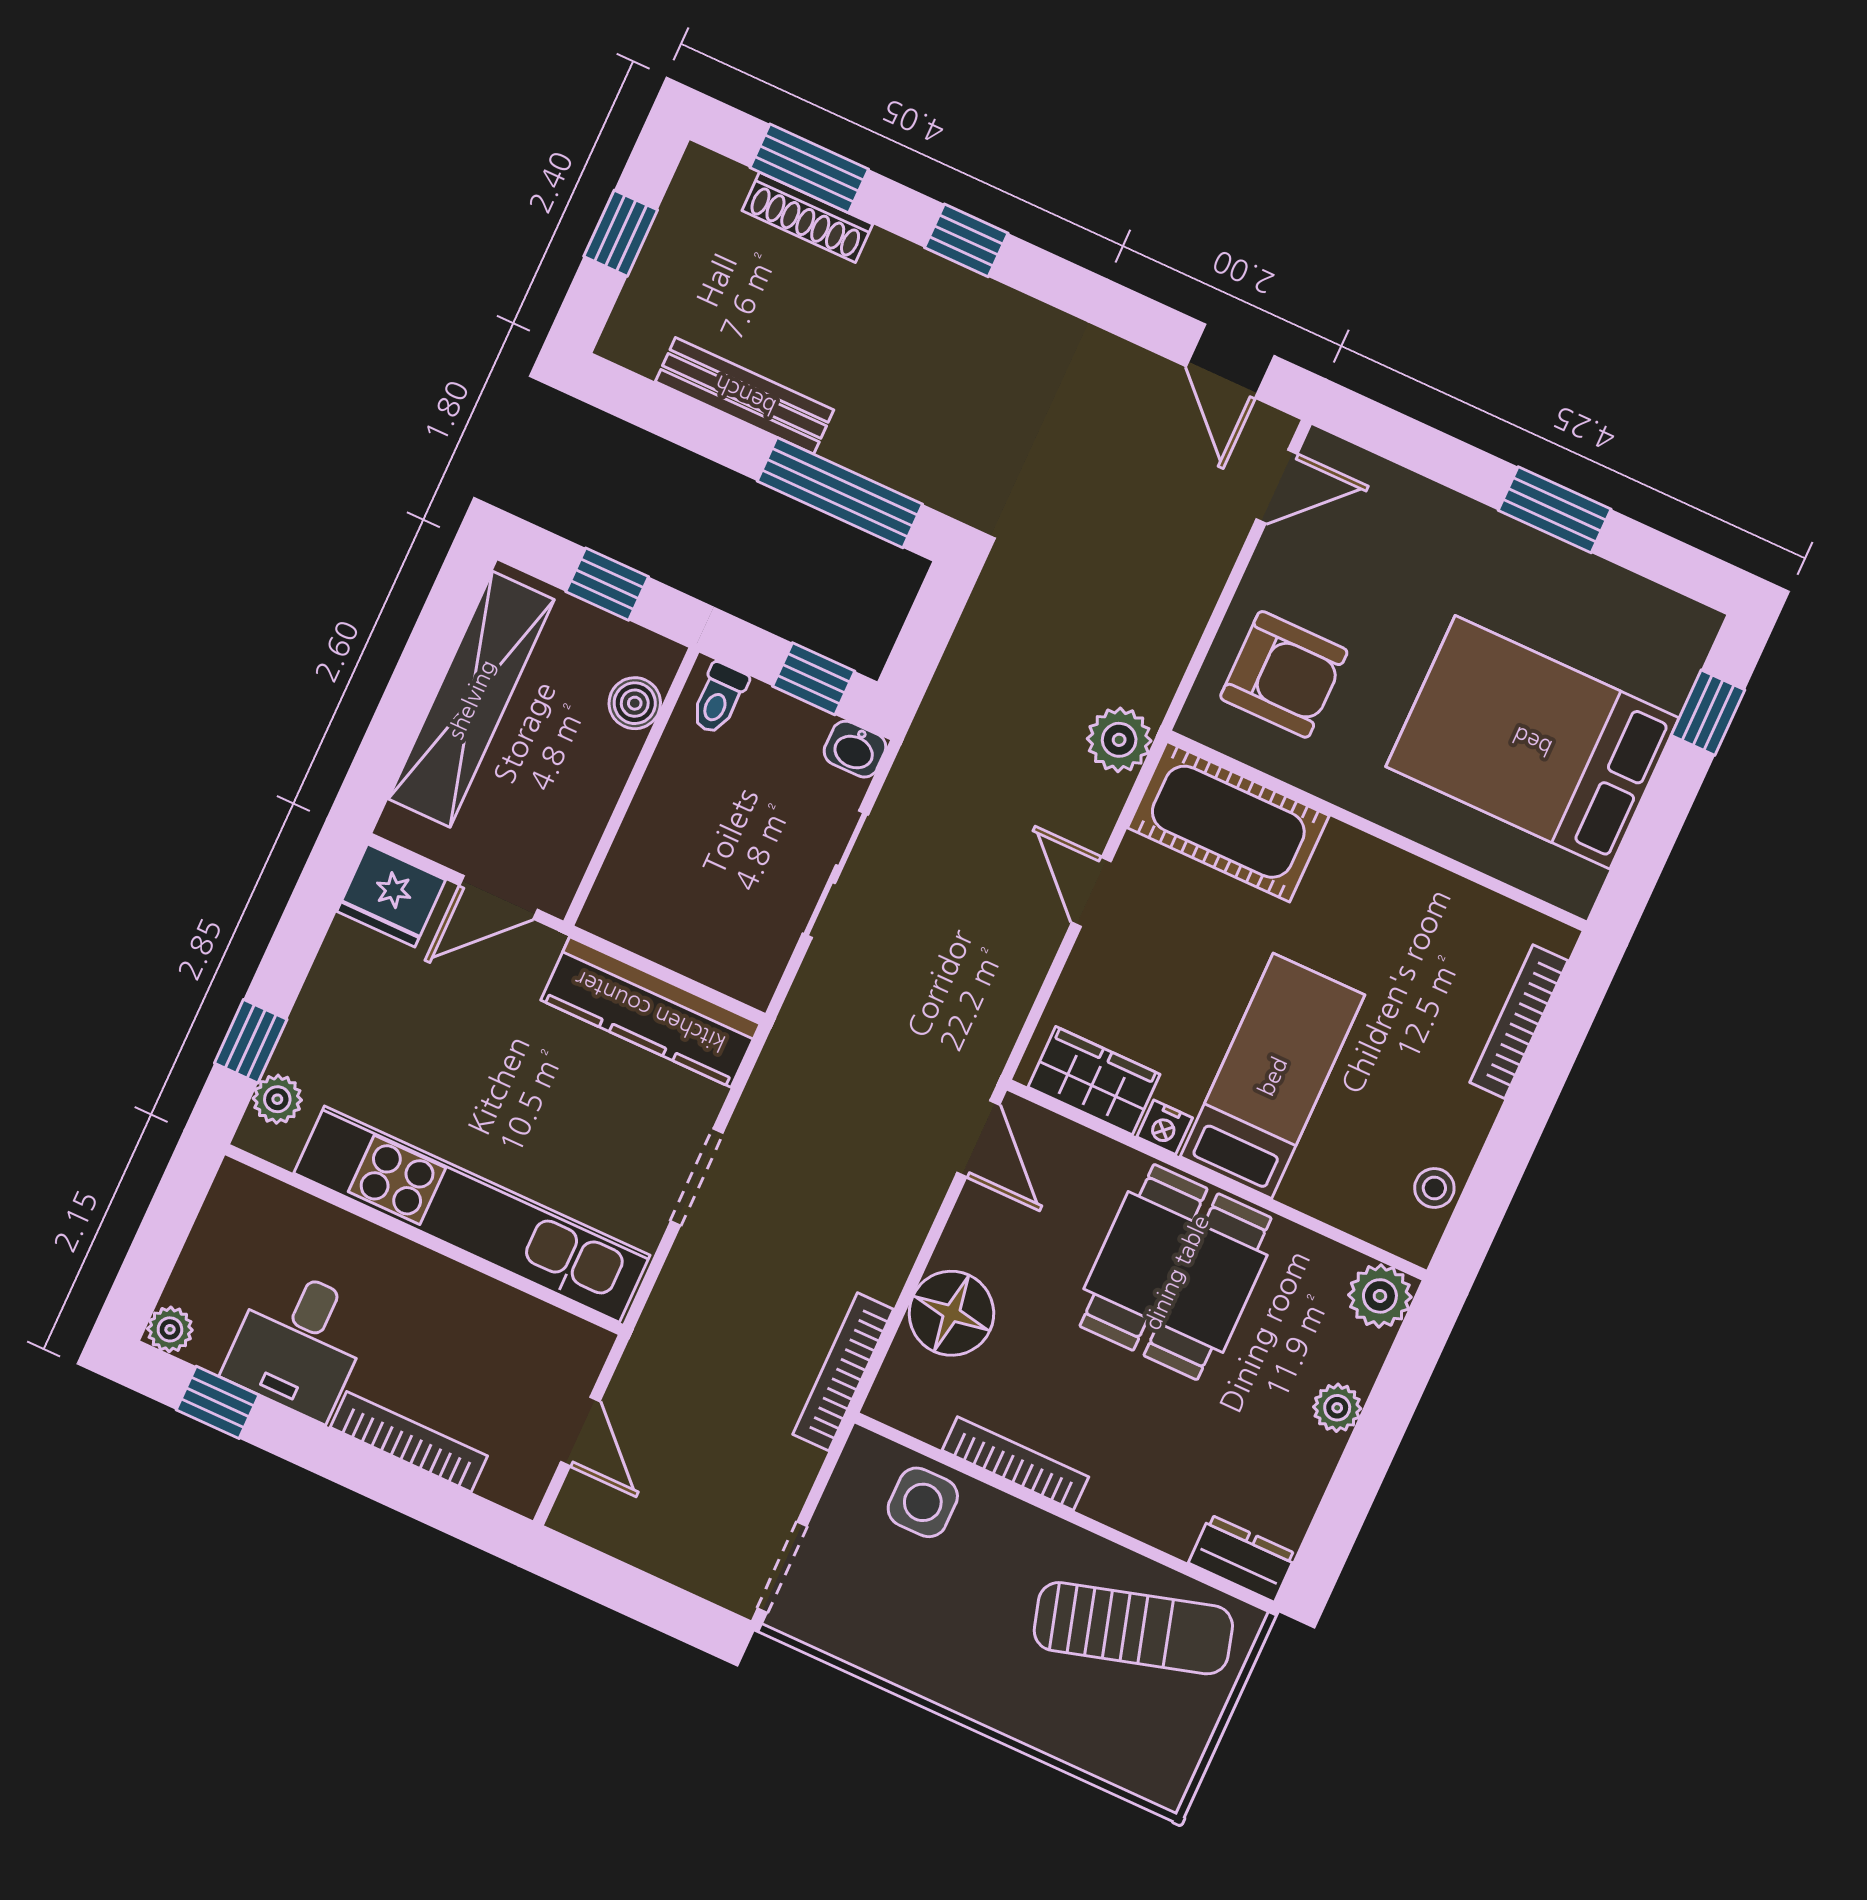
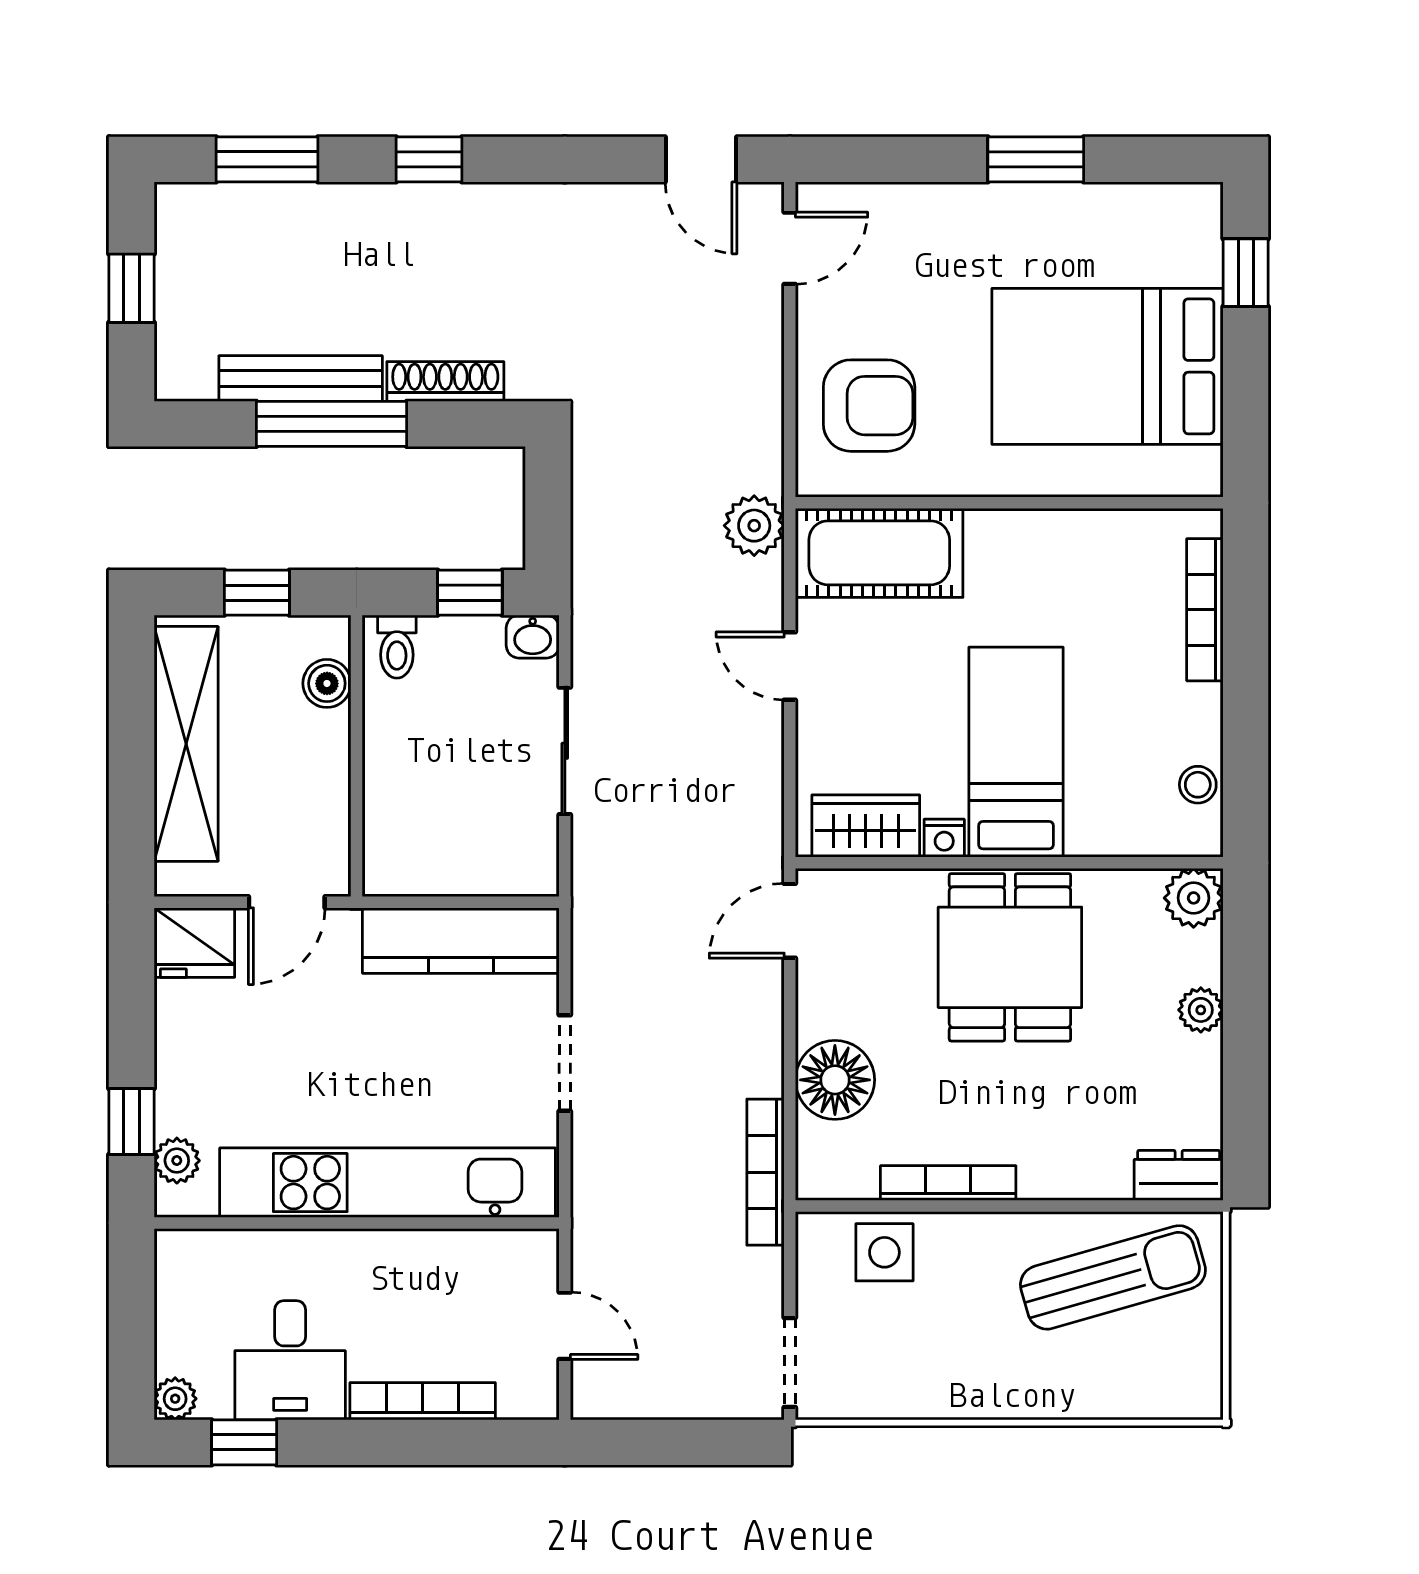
shoe rack: (807, 217) -> (445, 382), moved, turned 180
window: (840, 493) -> (331, 424), moved
door: (978, 1139) -> (790, 921), swing flipped

